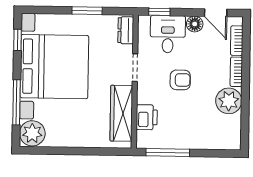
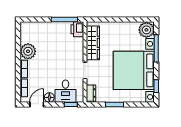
door: (216, 13) -> (37, 104), hinge flipped
armchair: (180, 80) -> (58, 64), removed
printer: (147, 117) -> (77, 29), moved

